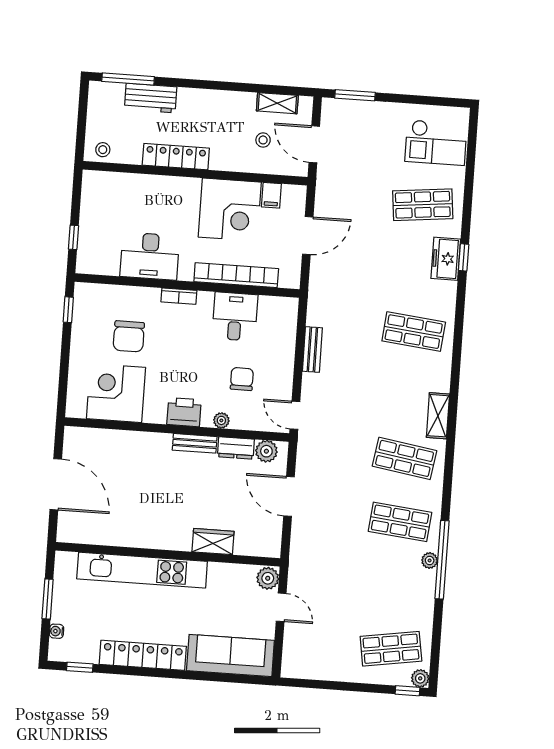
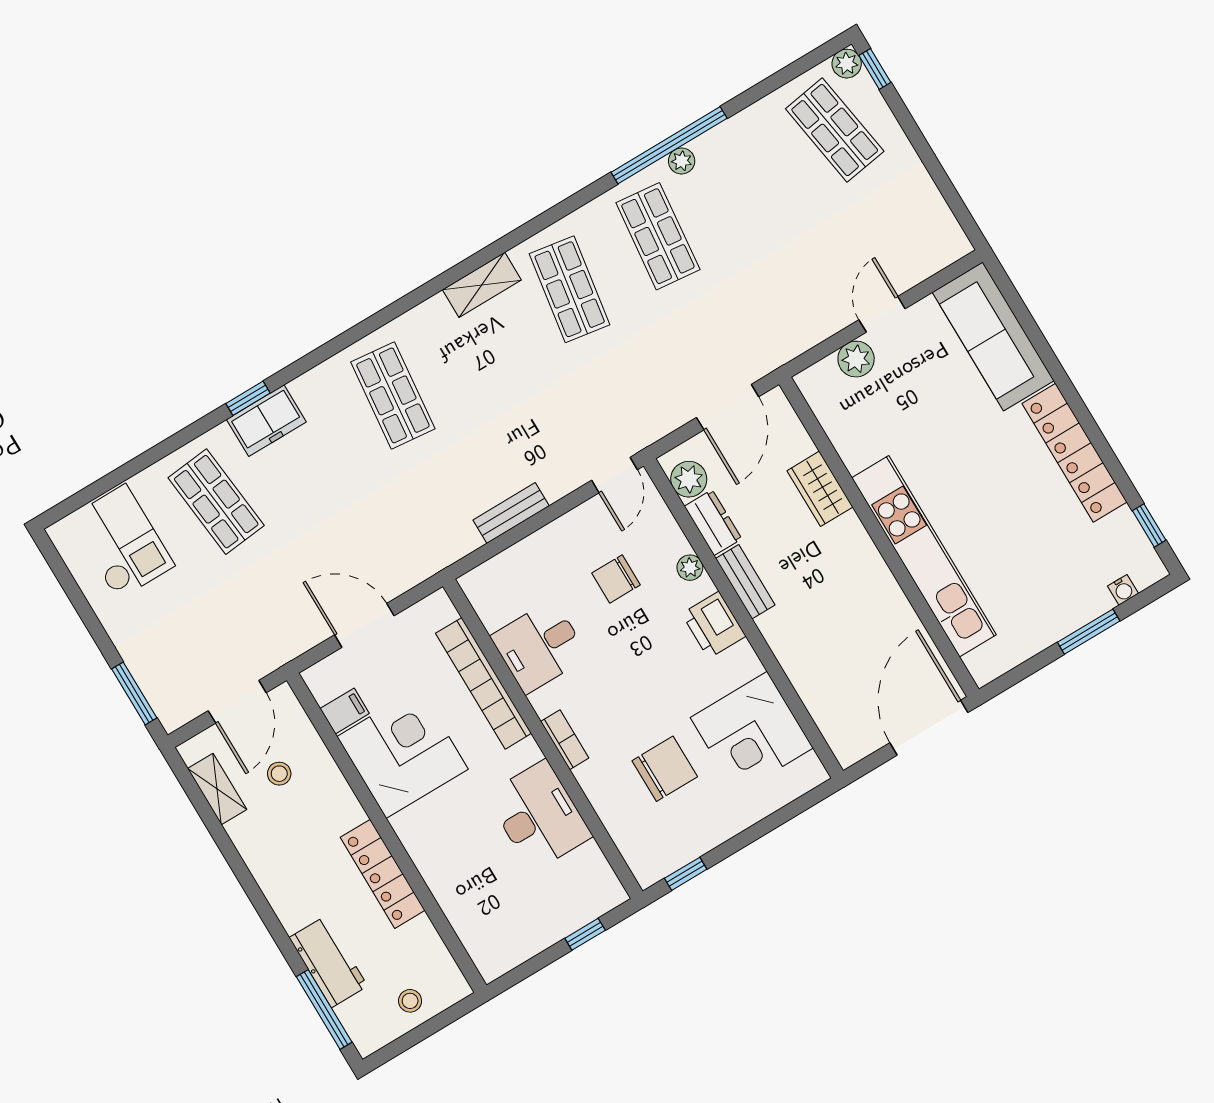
stool: (103, 150) -> (410, 1001), moved
wardrobe: (213, 542) -> (820, 489), moved
wall: (168, 554) -> (879, 537), moved
kitchen unit: (142, 570) -> (924, 556), moved

